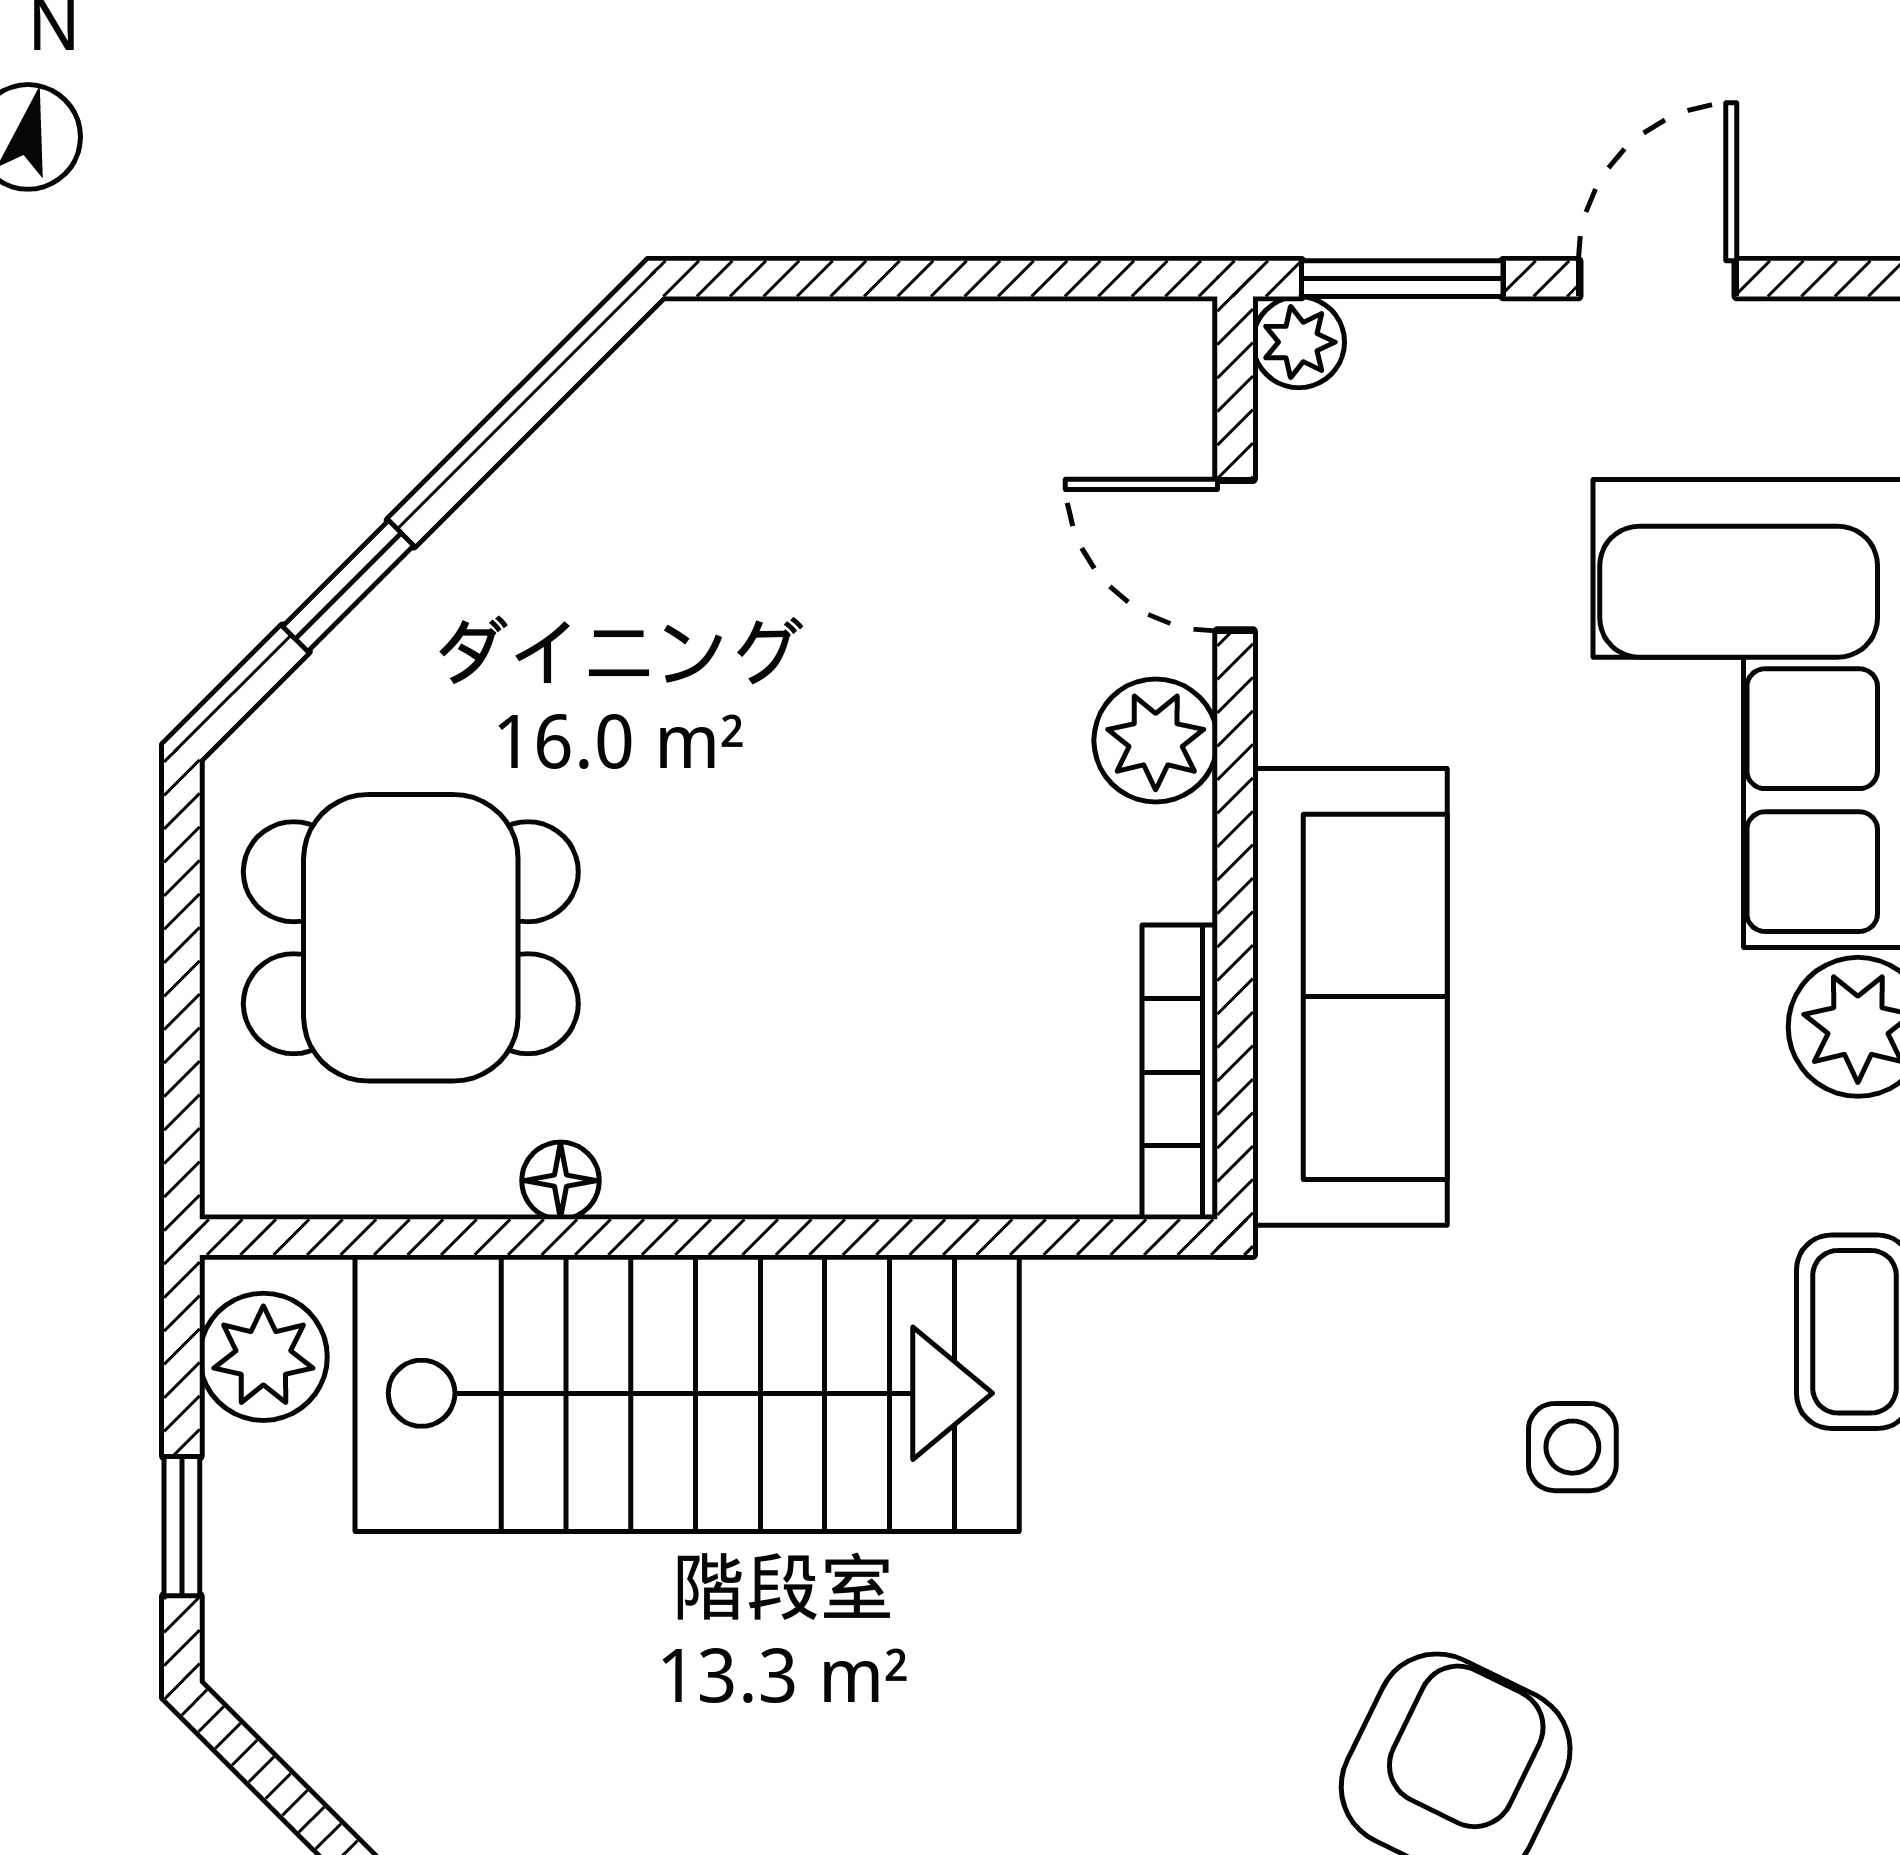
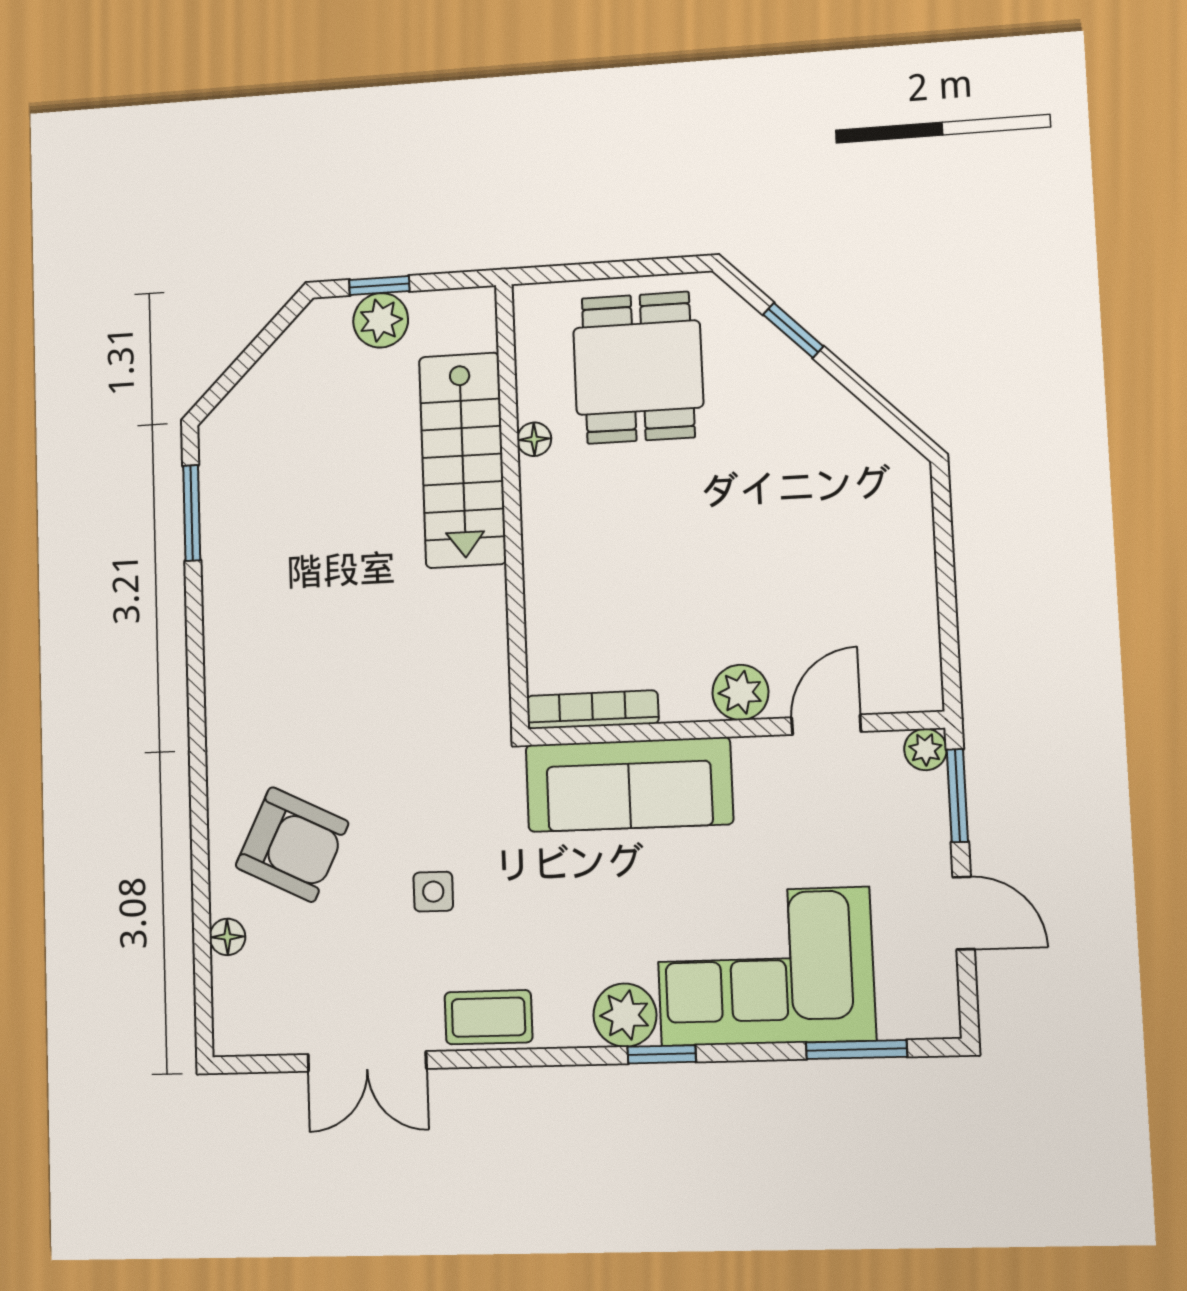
plant: (263, 1357) -> (381, 320), moved
stairs: (687, 1393) -> (462, 460), width x0.73, depth x0.66

